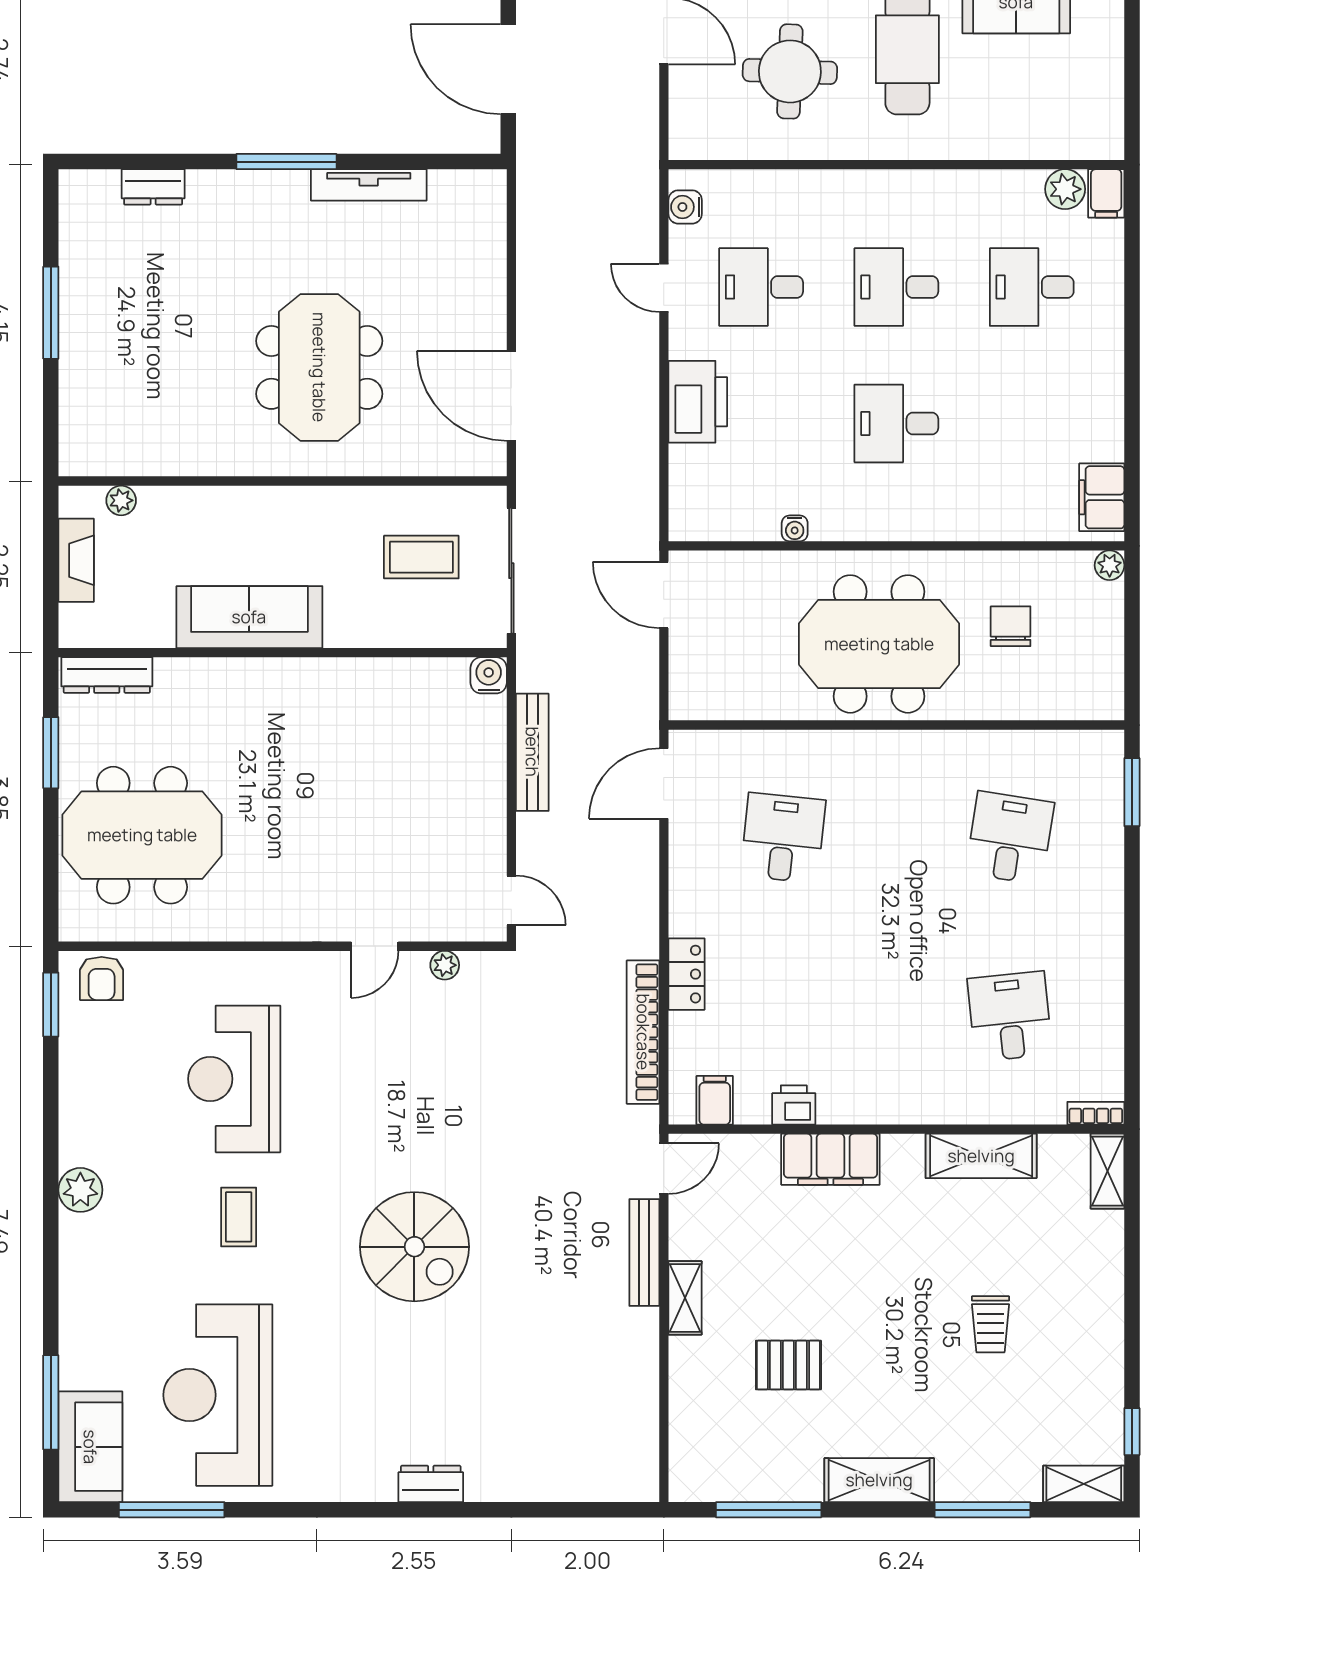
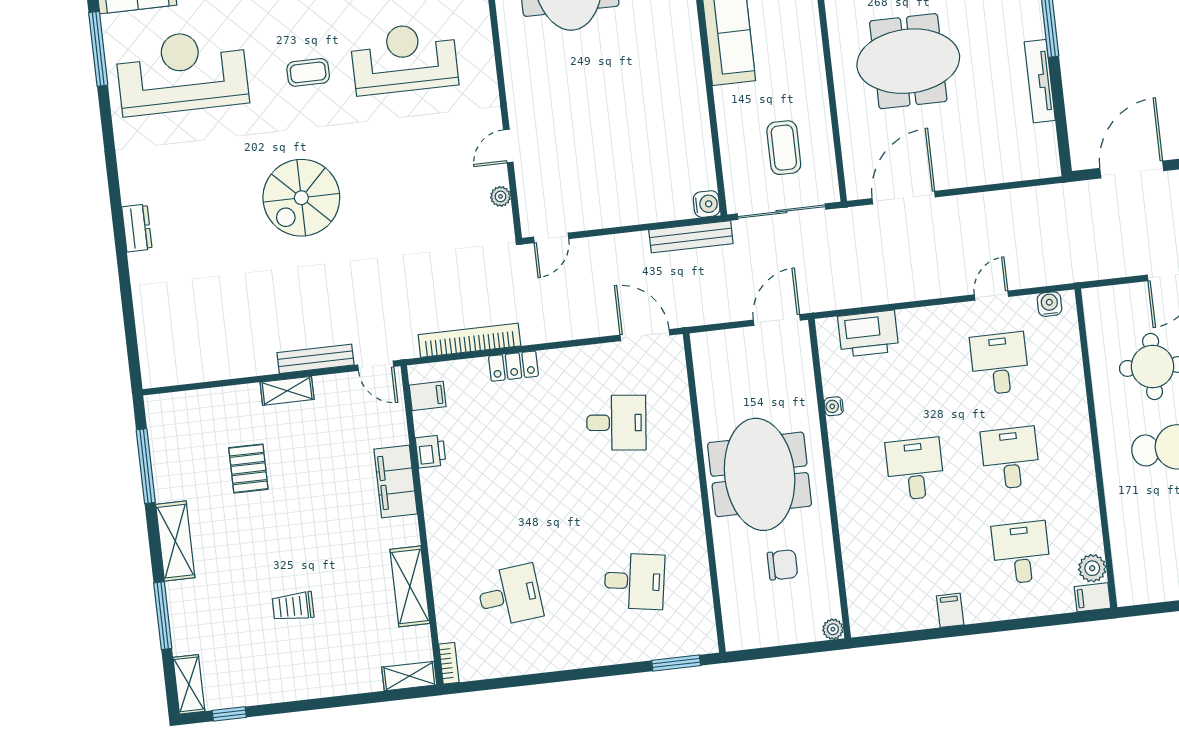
printer: (698, 402) -> (868, 334), moved
filing cabinet: (1102, 497) -> (950, 610), moved, width x0.50
bench: (532, 752) -> (691, 237), moved
door: (375, 946) -> (508, 146), hinge flipped

